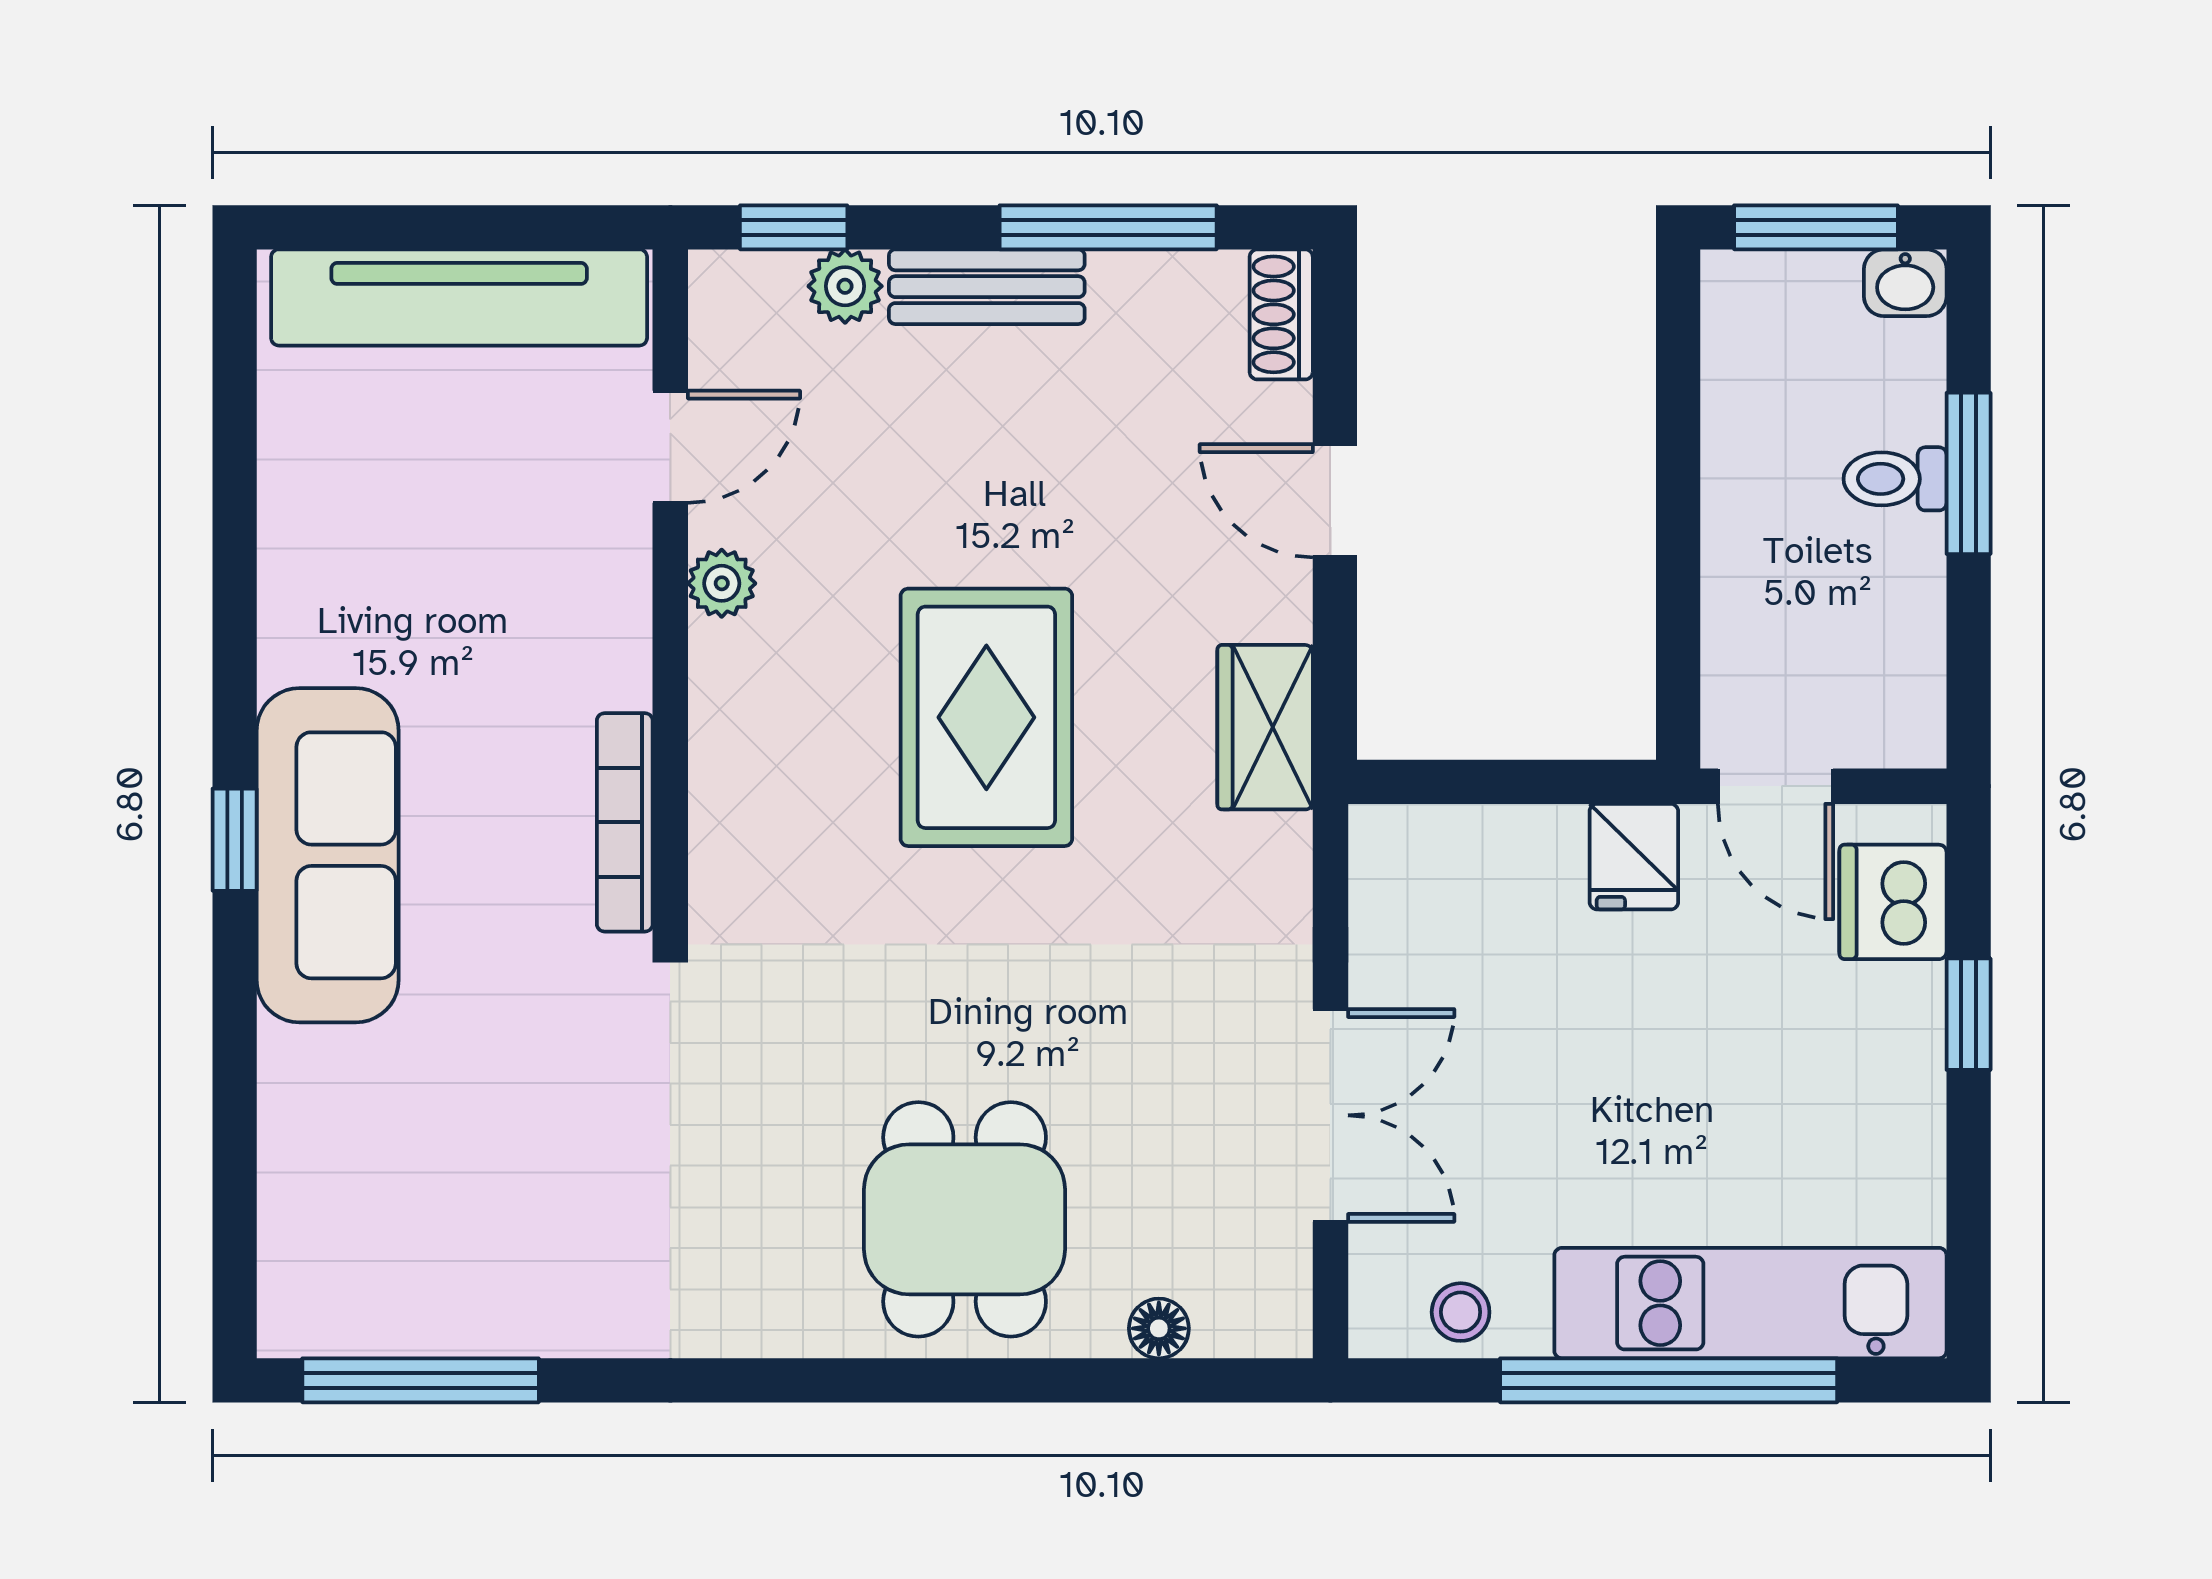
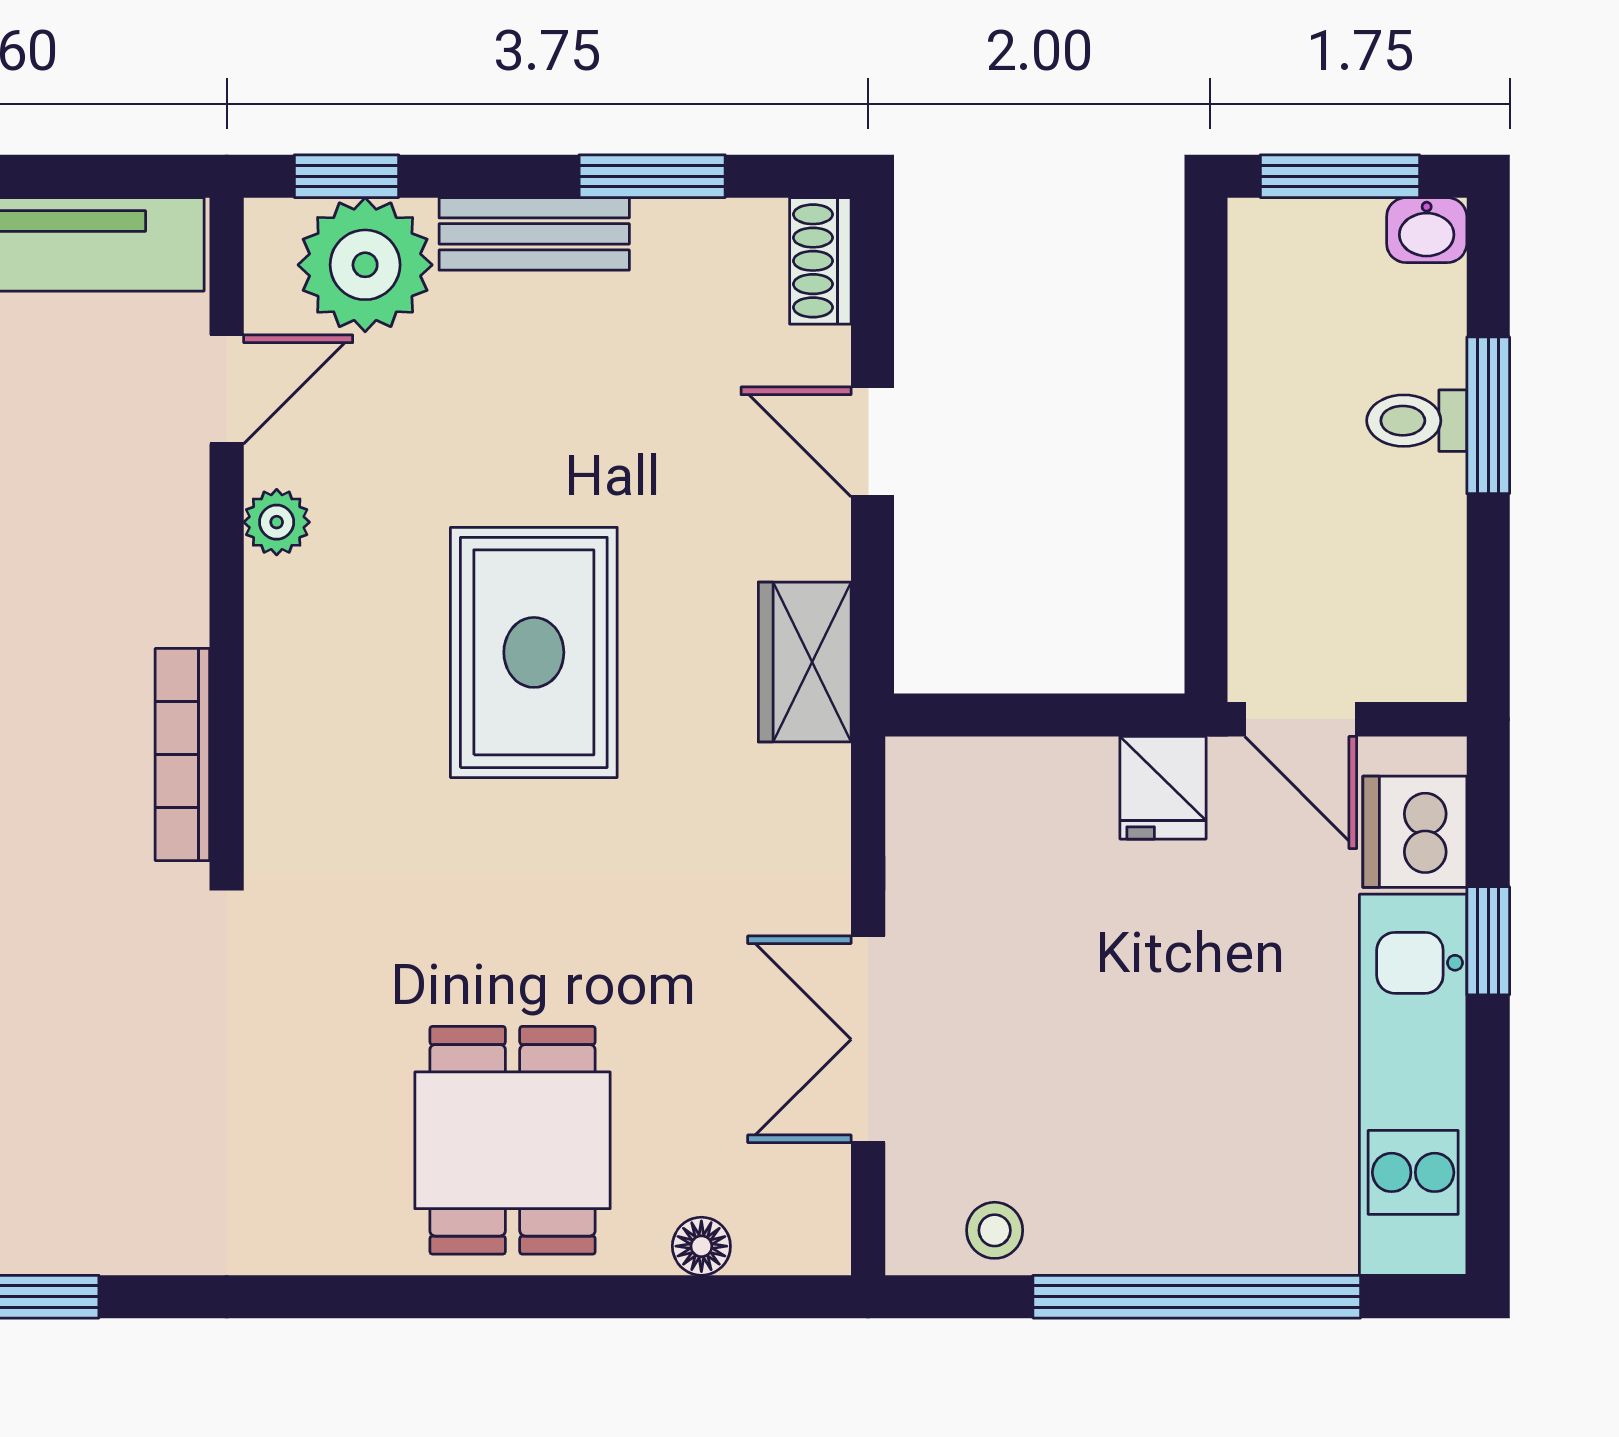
window: (1108, 227) -> (652, 176), width x0.69
plant: (845, 286) -> (365, 265), width x1.87, depth x1.87
double door: (1330, 1115) -> (868, 1039), swing flipped
kitchen unit: (1750, 1303) -> (1413, 1085), moved, turned -90

